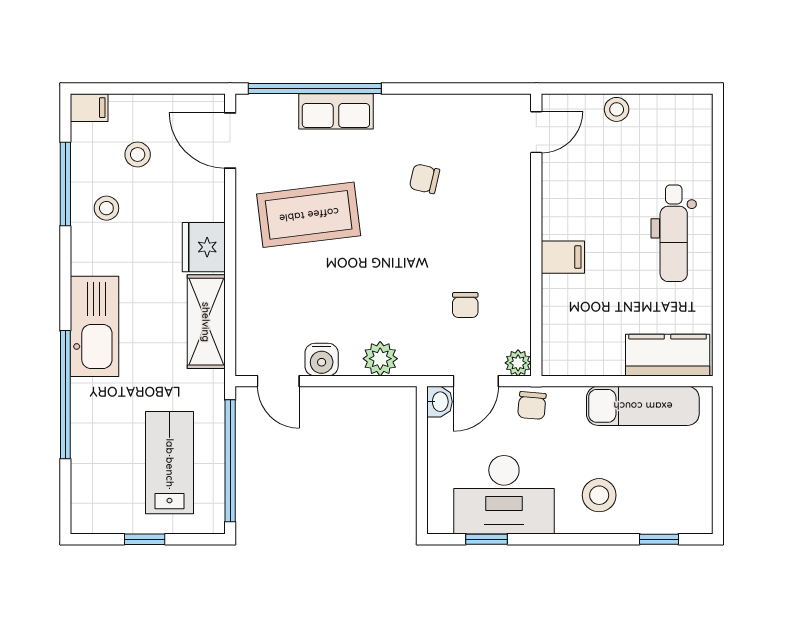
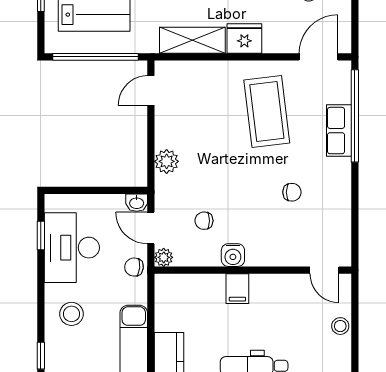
chair: (424, 179) -> (292, 192), turned 77
water cooler: (322, 360) -> (233, 255), moved, turned -90

